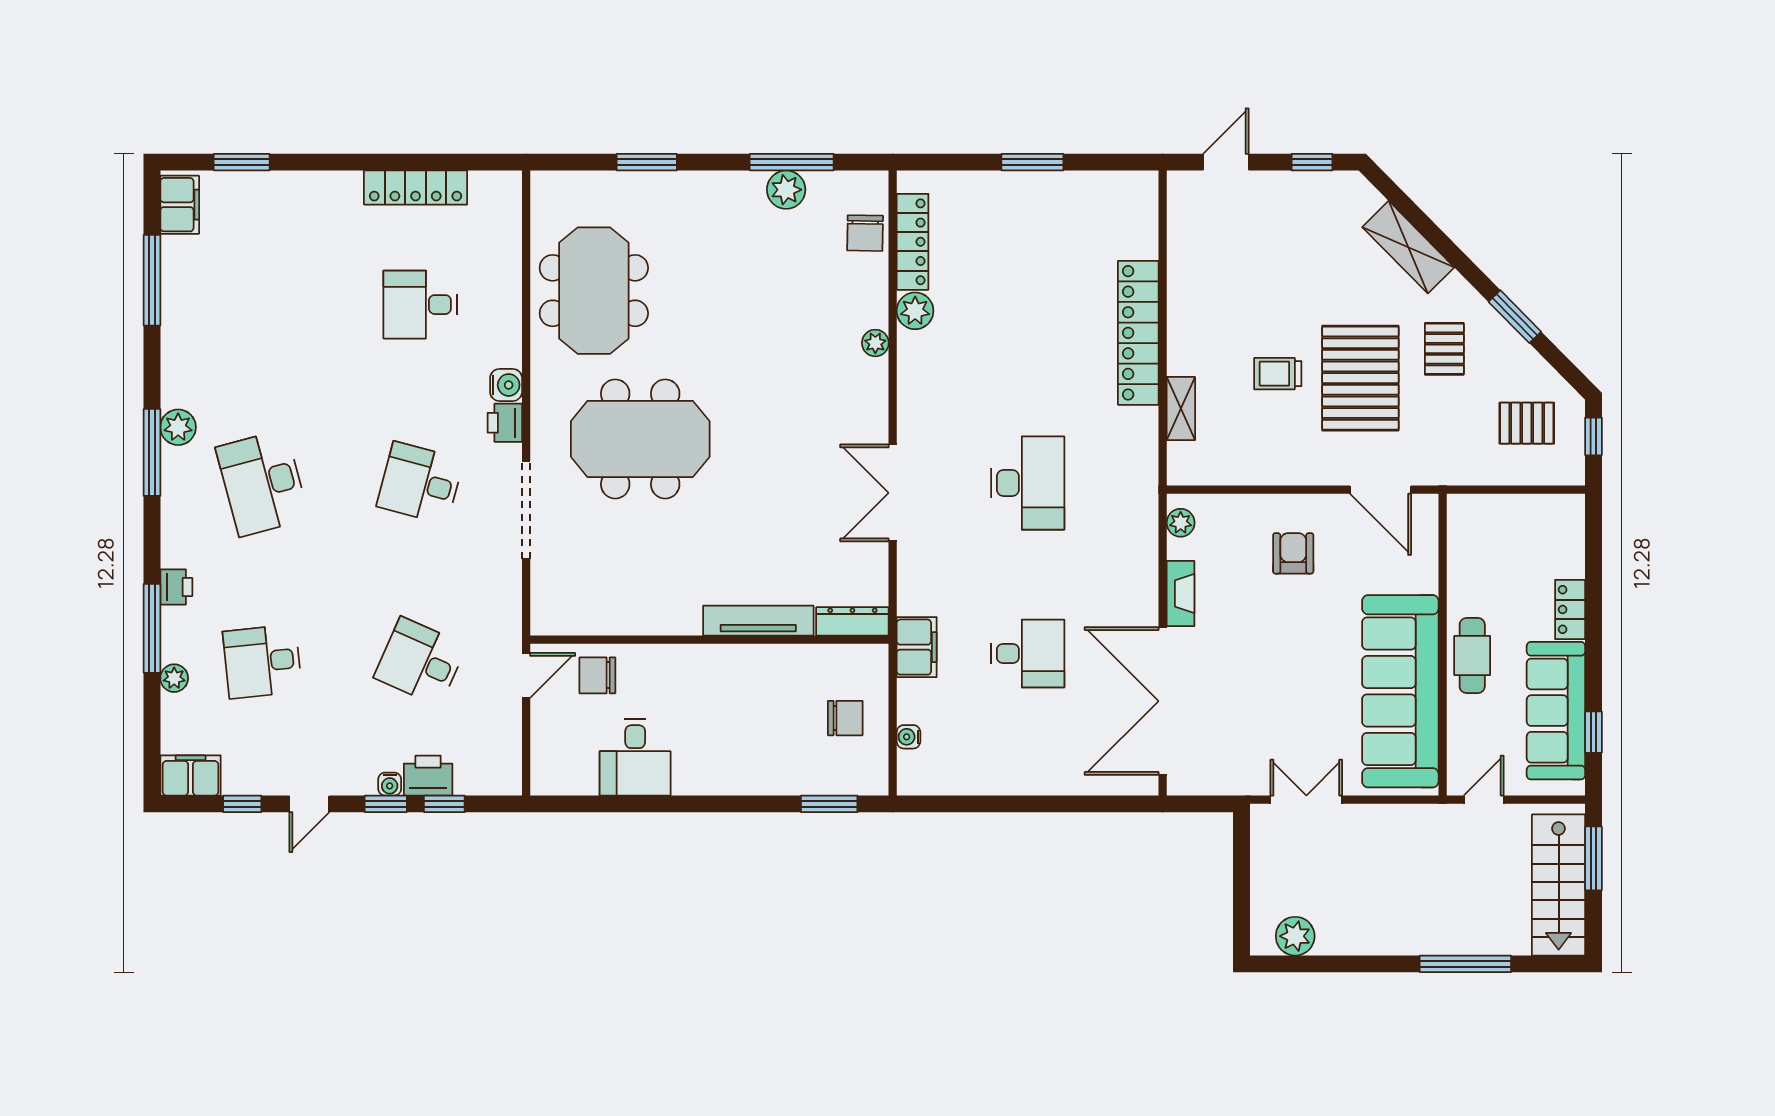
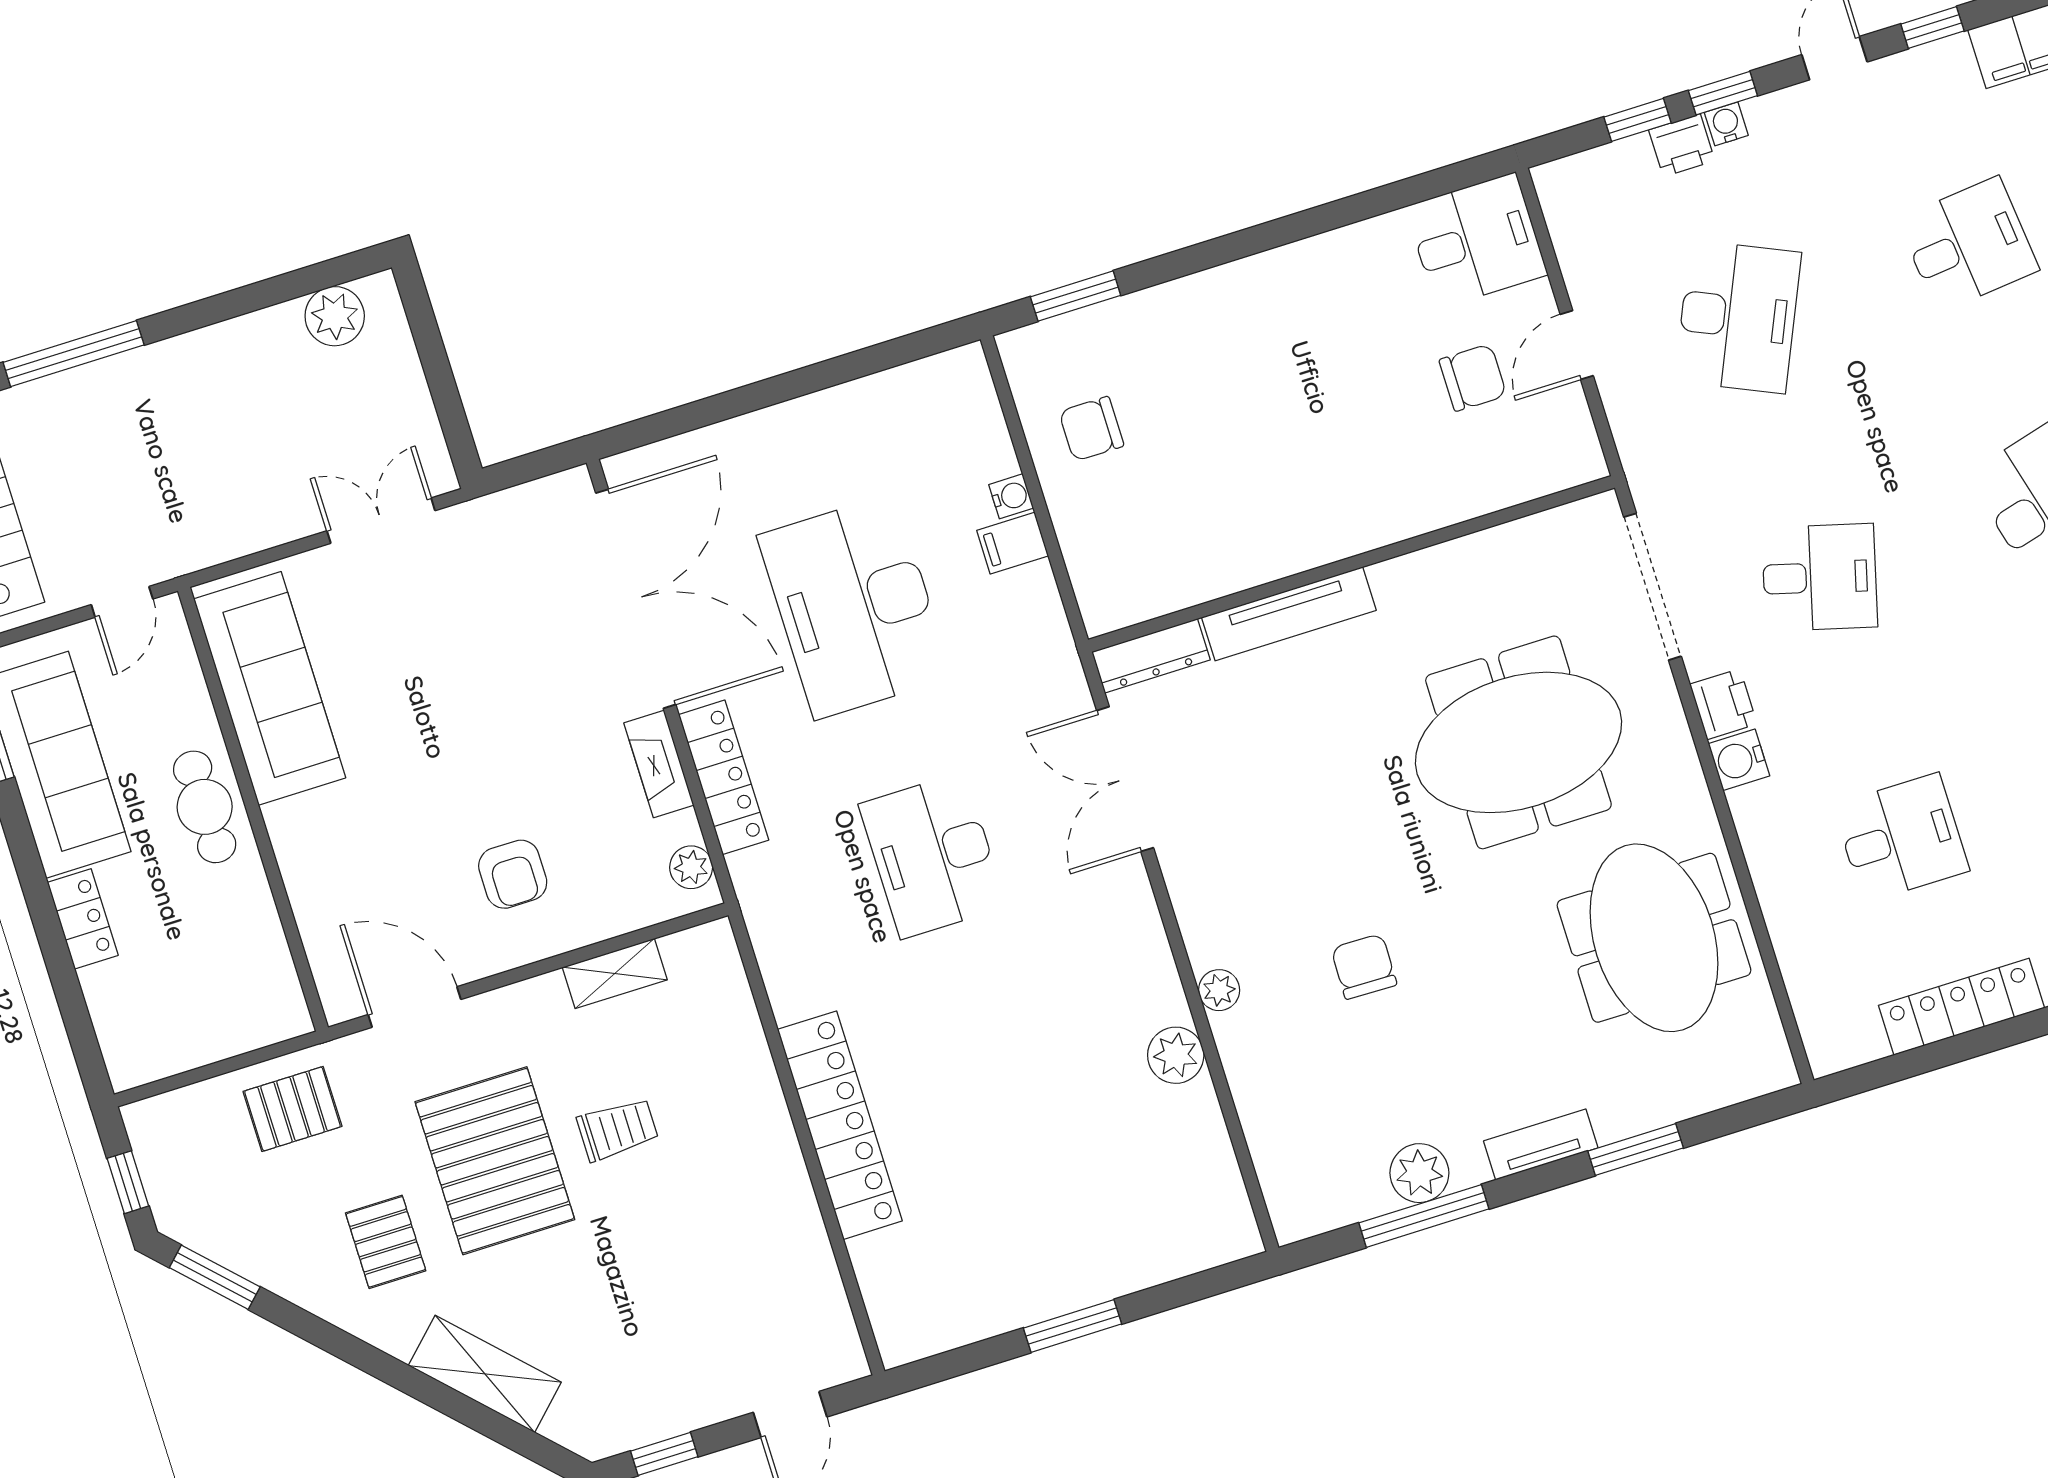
tv unit: (705, 184) -> (1541, 1144), added
chair: (865, 233) -> (1364, 967), moved
locker: (913, 242) -> (724, 777), moved, turned 180
window: (1515, 317) -> (215, 1277), moved
shelving: (1181, 409) -> (615, 974), moved, turned 90
pallet: (1527, 423) -> (293, 1109), moved
double door: (893, 493) -> (1125, 779), swing flipped
tv unit: (758, 621) -> (1289, 614), moved
dresser: (852, 621) -> (1151, 656), moved
wall: (709, 640) -> (1351, 564), moved
filing cabinet: (917, 647) -> (1013, 543), width x0.50
desk: (1028, 654) -> (855, 606), width x1.87, depth x1.30
desk: (420, 661) -> (1738, 317), width x1.37
sofa: (1400, 691) -> (270, 688), width x0.74, depth x0.79
water cooler: (908, 737) -> (1011, 496), moved
desk: (635, 757) -> (1476, 241), moved, turned 90
printer: (428, 776) -> (1682, 145), width x0.73, depth x0.81
double door: (1306, 800) -> (381, 521), swing flipped

